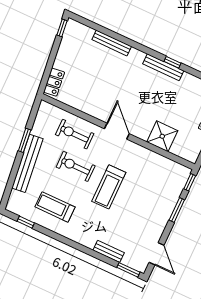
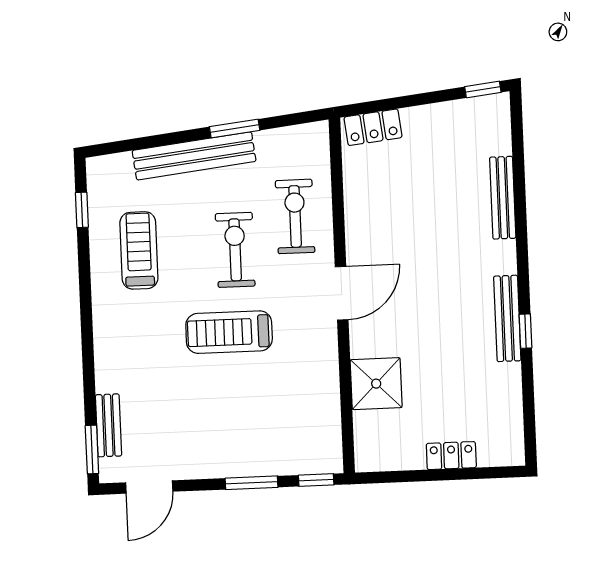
bench: (109, 251) -> (108, 425), moved

